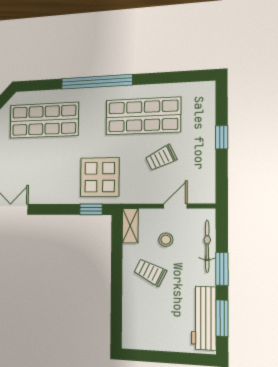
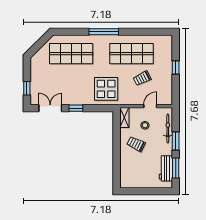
window: (97, 82) -> (104, 32), width x0.68
window: (91, 209) -> (76, 108), moved
workbench: (204, 318) -> (166, 168), width x0.73

